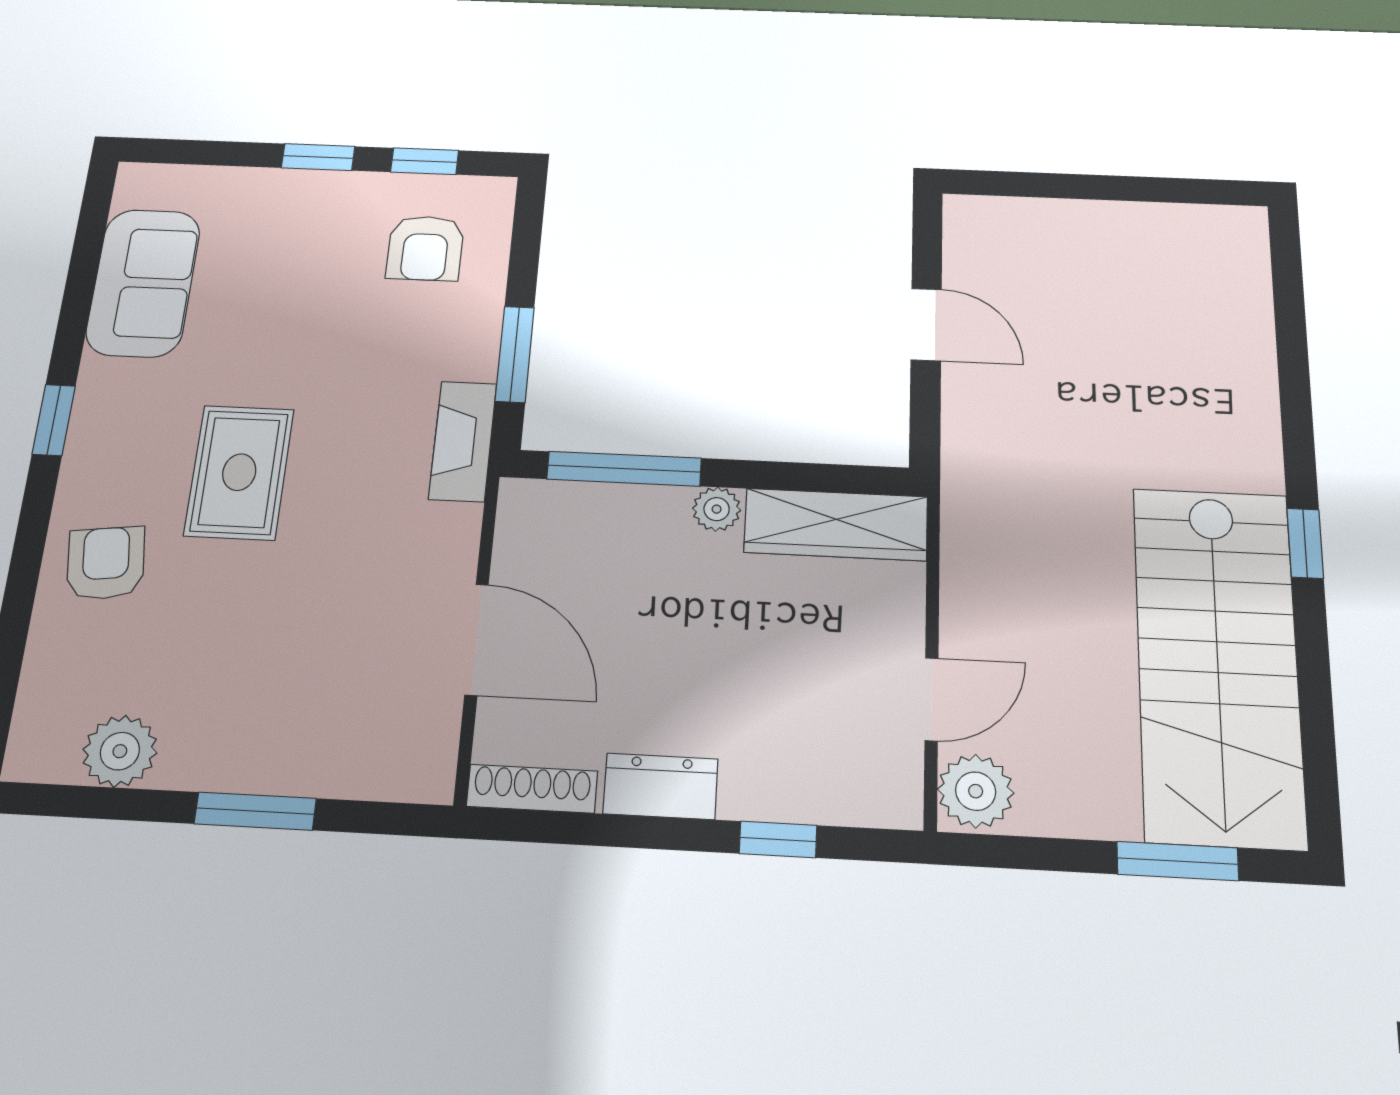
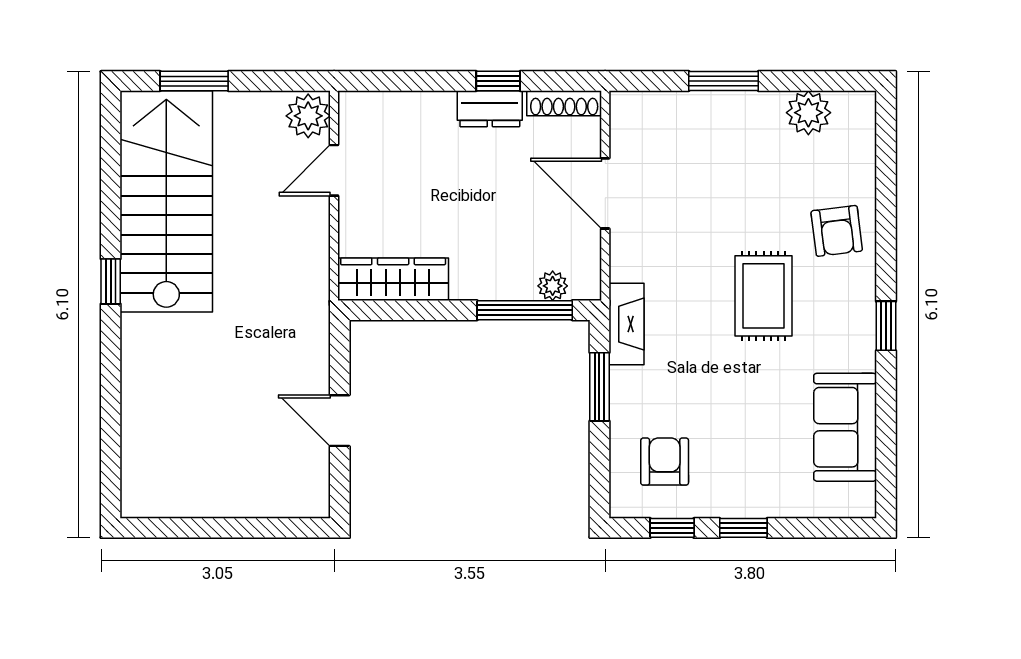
plant: (717, 509) -> (553, 286), moved
window: (778, 839) -> (498, 81), moved

